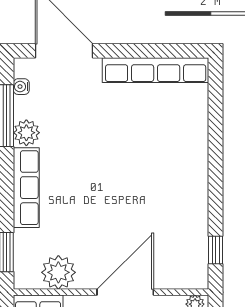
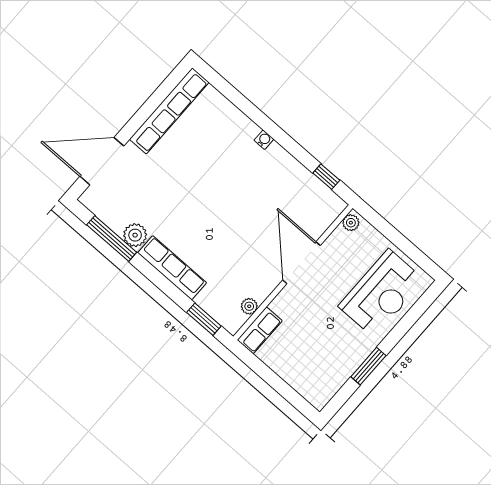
water cooler: (21, 87) -> (264, 140), moved, turned 180
plant: (58, 272) -> (249, 306), width x0.53, depth x0.53

